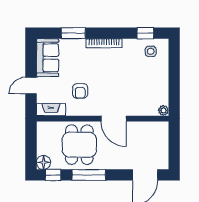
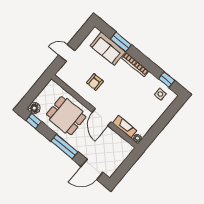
sofa: (48, 58) -> (108, 49), moved, turned 90
fireplace: (51, 110) -> (125, 127), moved
dining table: (79, 145) -> (66, 116), turned 90
window: (89, 175) -> (64, 146), moved

